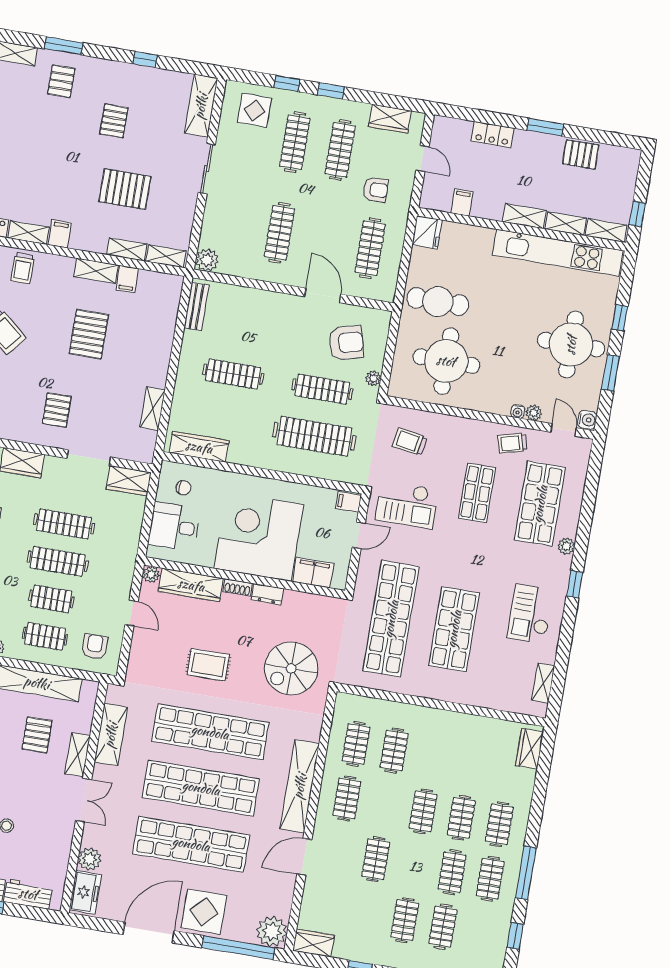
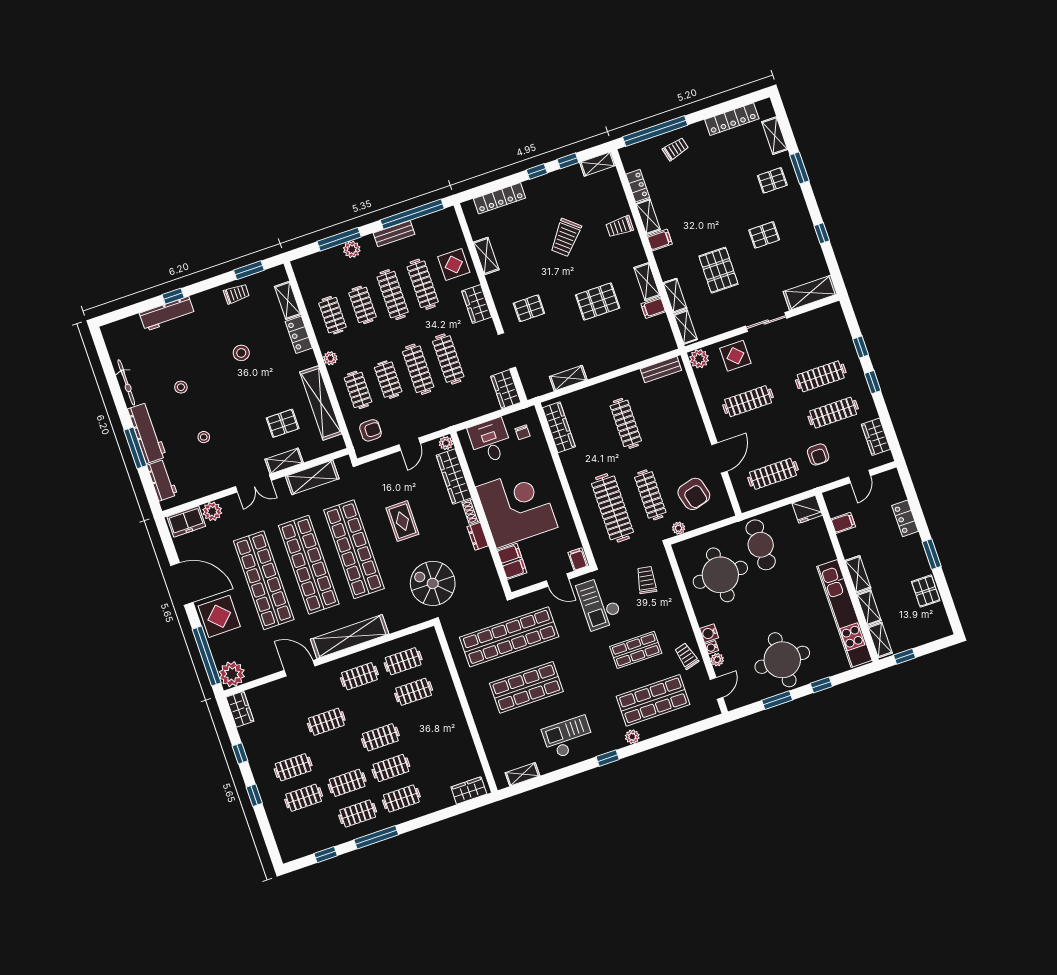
display table: (254, 110) -> (735, 356), moved
water cooler: (587, 420) -> (709, 633), moved, turned 90

